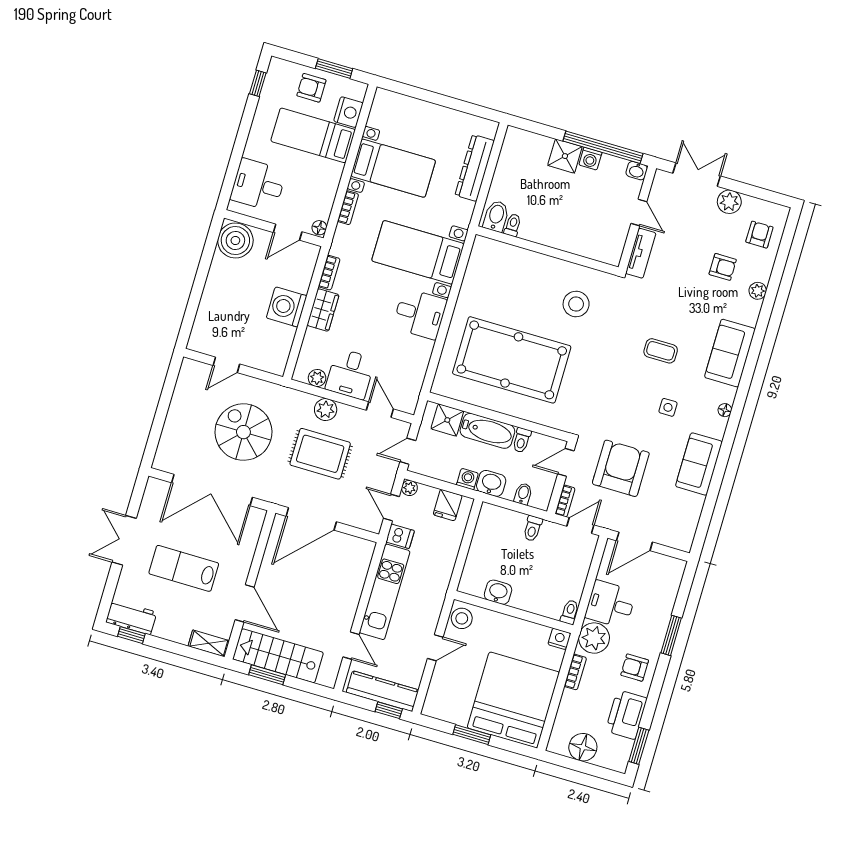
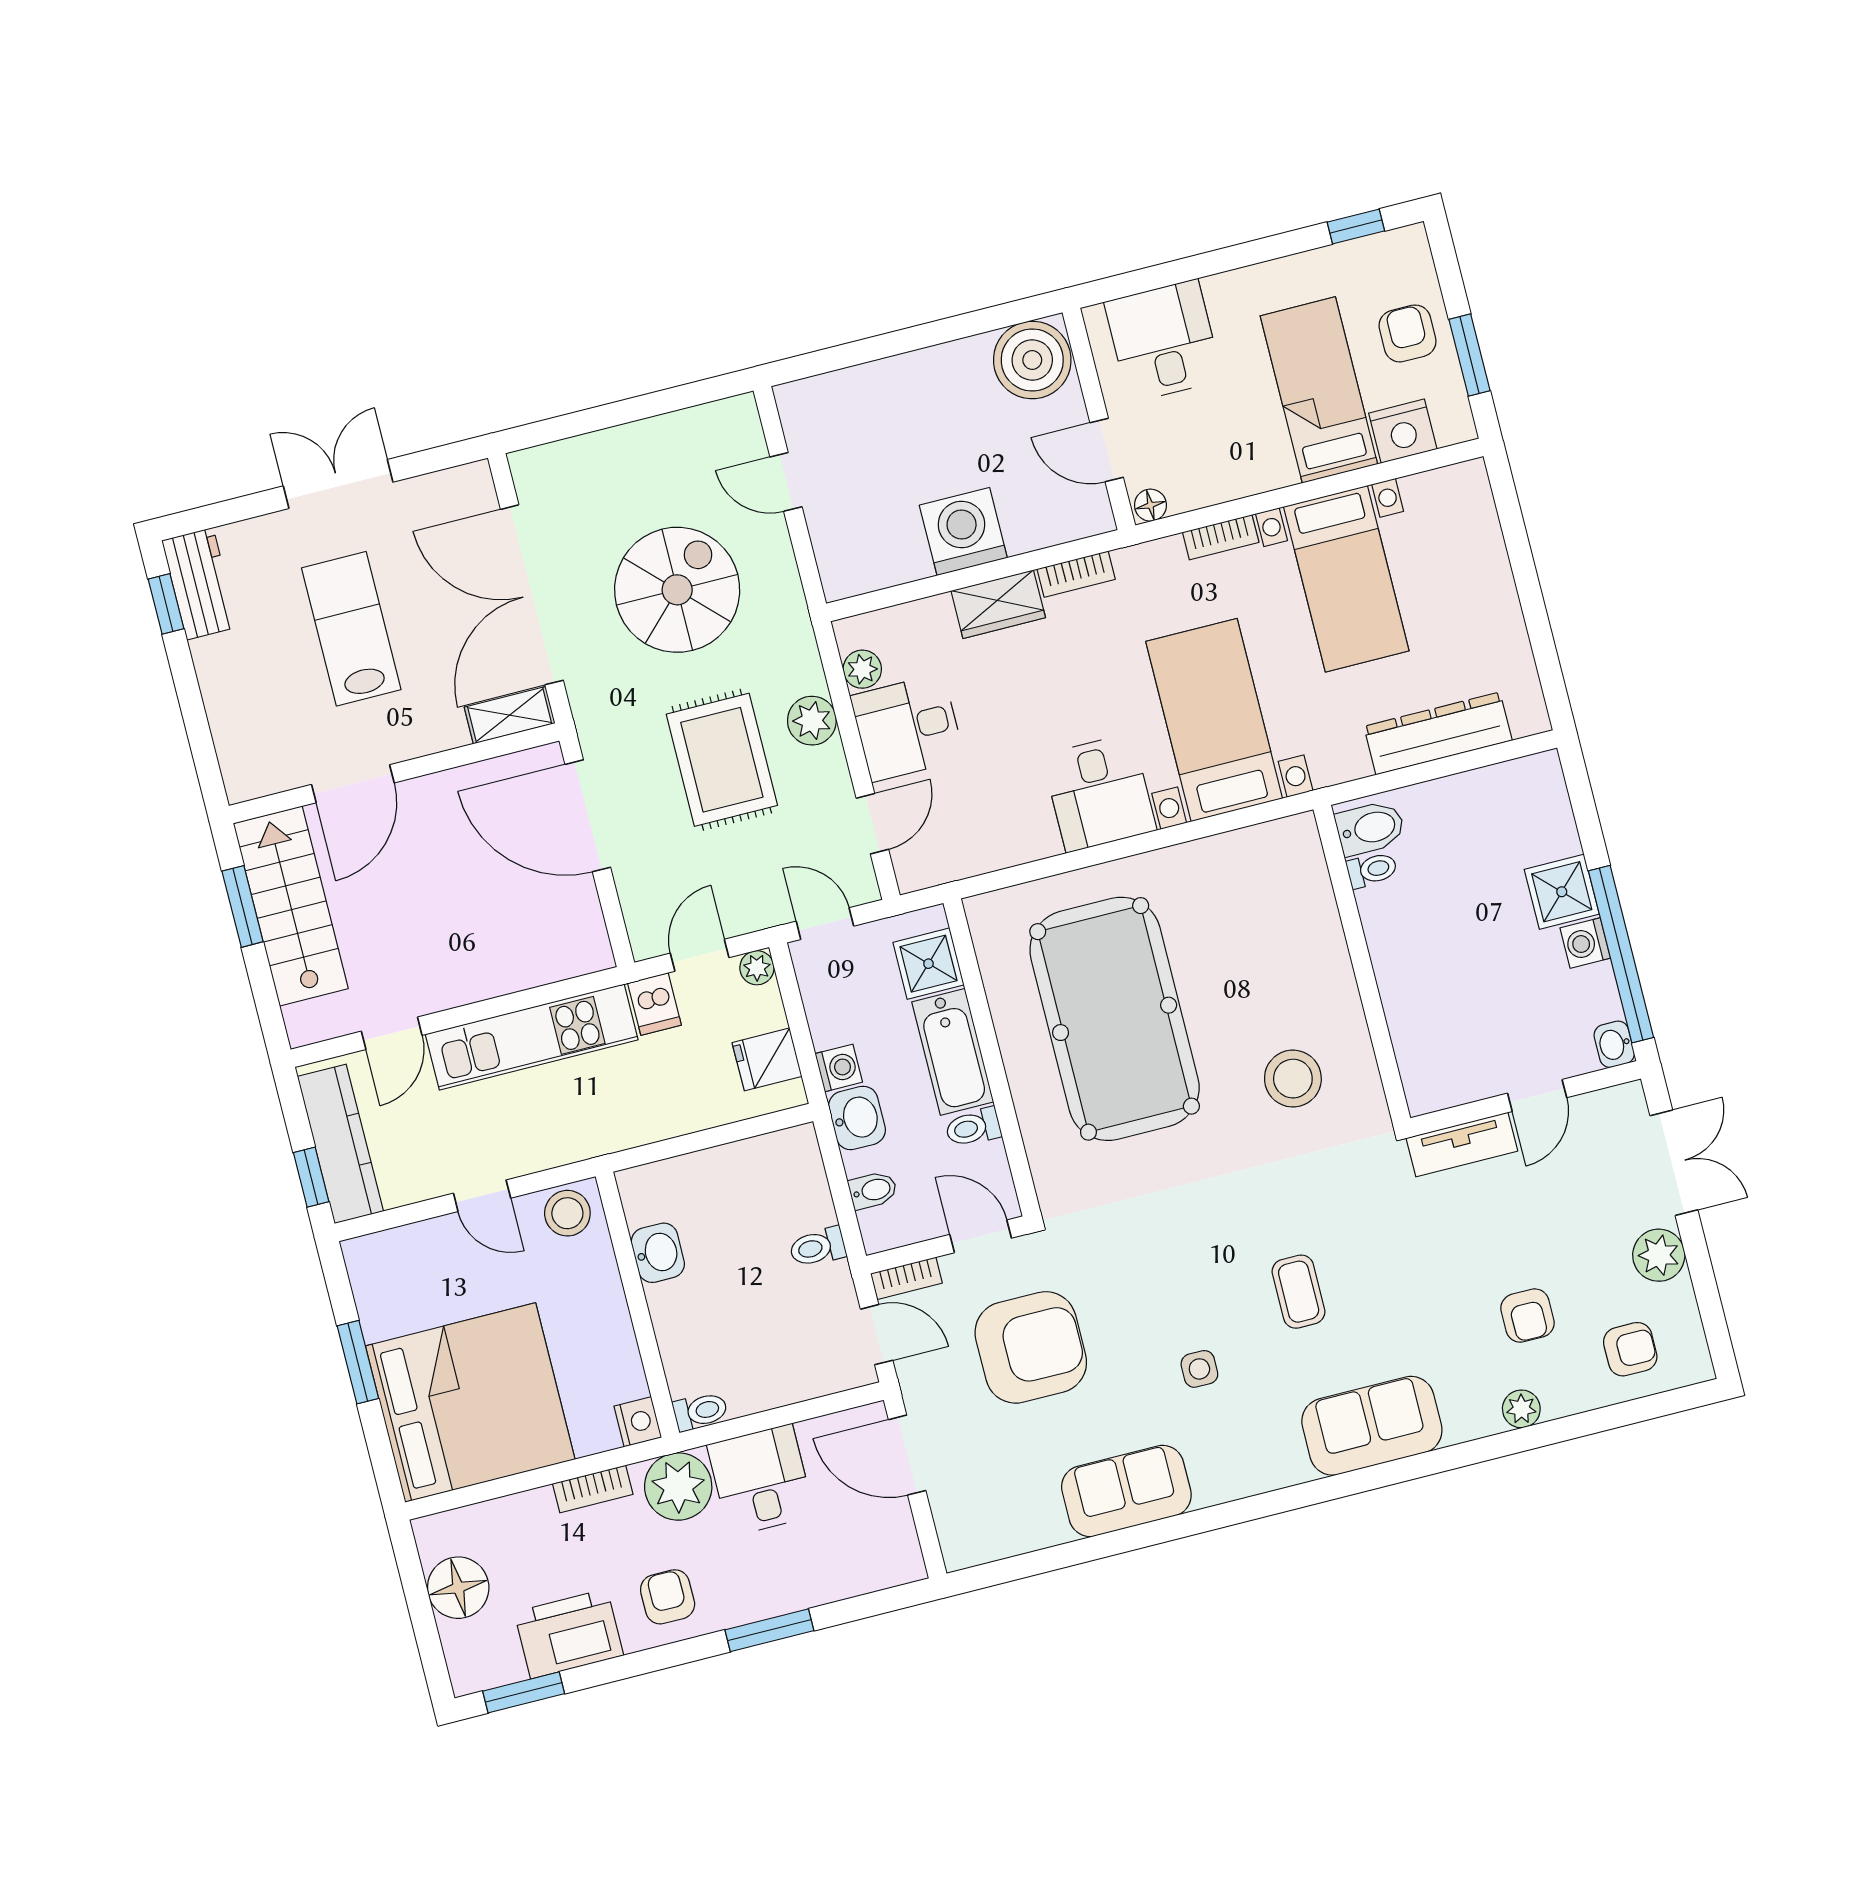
floor lamp: (725, 410) -> (1258, 1480), removed
shelving: (209, 643) -> (510, 715), moved, turned 90

